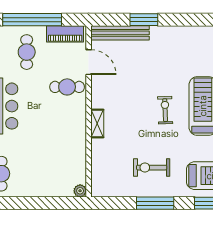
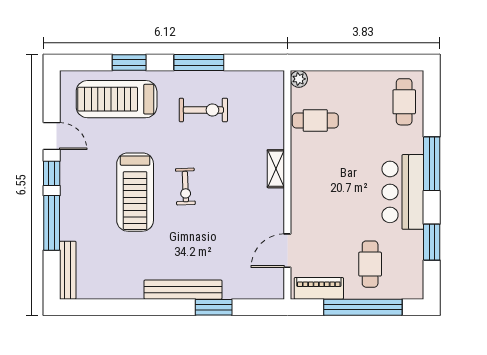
bench: (120, 33) -> (183, 290), moved
door: (89, 62) -> (287, 251), hinge flipped
cafe table: (67, 87) -> (315, 120), moved

